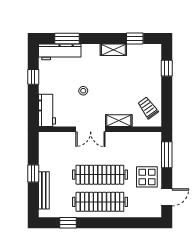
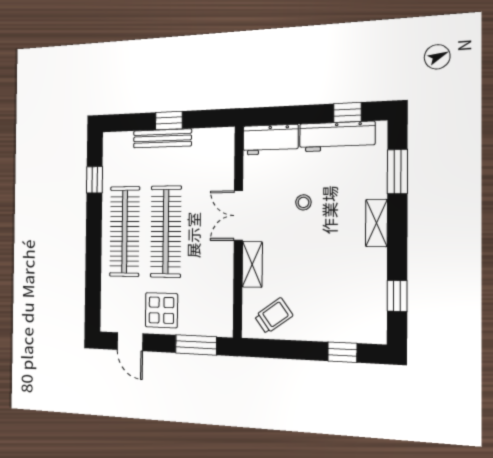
shelving: (113, 50) -> (376, 223), moved
workbench: (60, 52) -> (337, 137), moved, turned -90
window: (33, 77) -> (347, 112), moved
bench: (44, 190) -> (162, 138), moved

